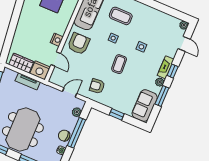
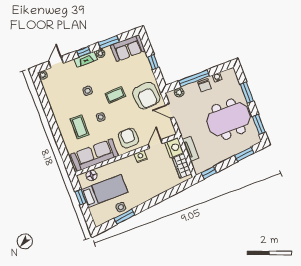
armchair: (79, 44) -> (128, 138), turned 90
armchair: (97, 86) -> (146, 96), width x1.88, depth x1.88

